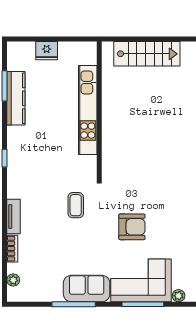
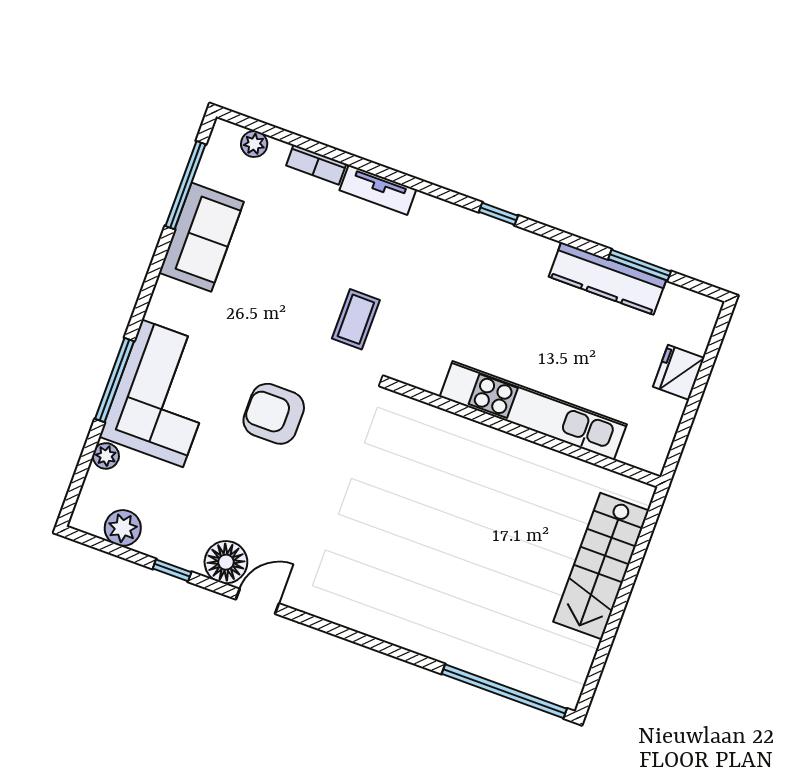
coffee table: (76, 205) -> (356, 319), turned 90
armchair: (132, 227) -> (274, 414), turned 90
sofa: (87, 289) -> (201, 237), moved
window: (74, 304) -> (185, 185), moved

